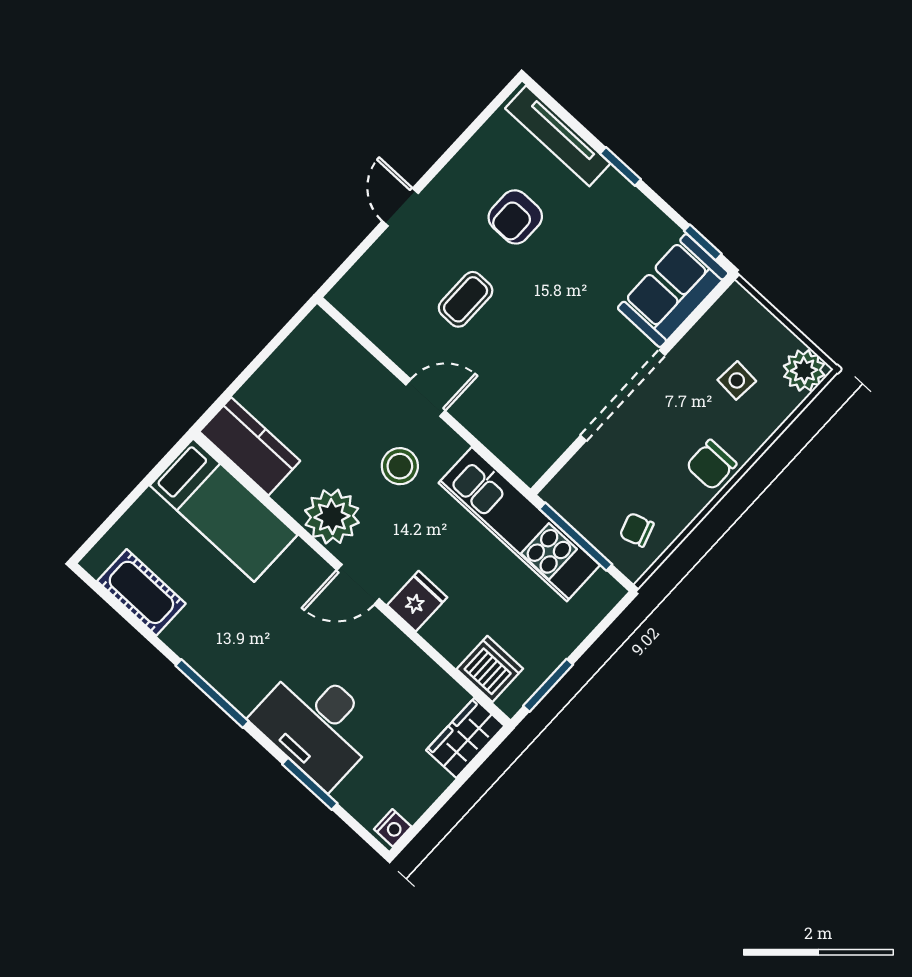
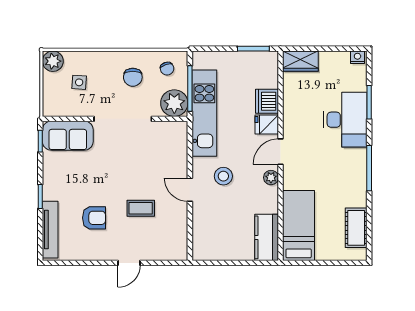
chair: (711, 465) -> (133, 77), moved, turned 90
plant: (576, 493) -> (174, 103), added
plant: (332, 517) -> (271, 178), width x0.53, depth x0.53
door: (358, 584) -> (281, 152), swing flipped
dishwasher: (490, 669) -> (267, 101), moved

